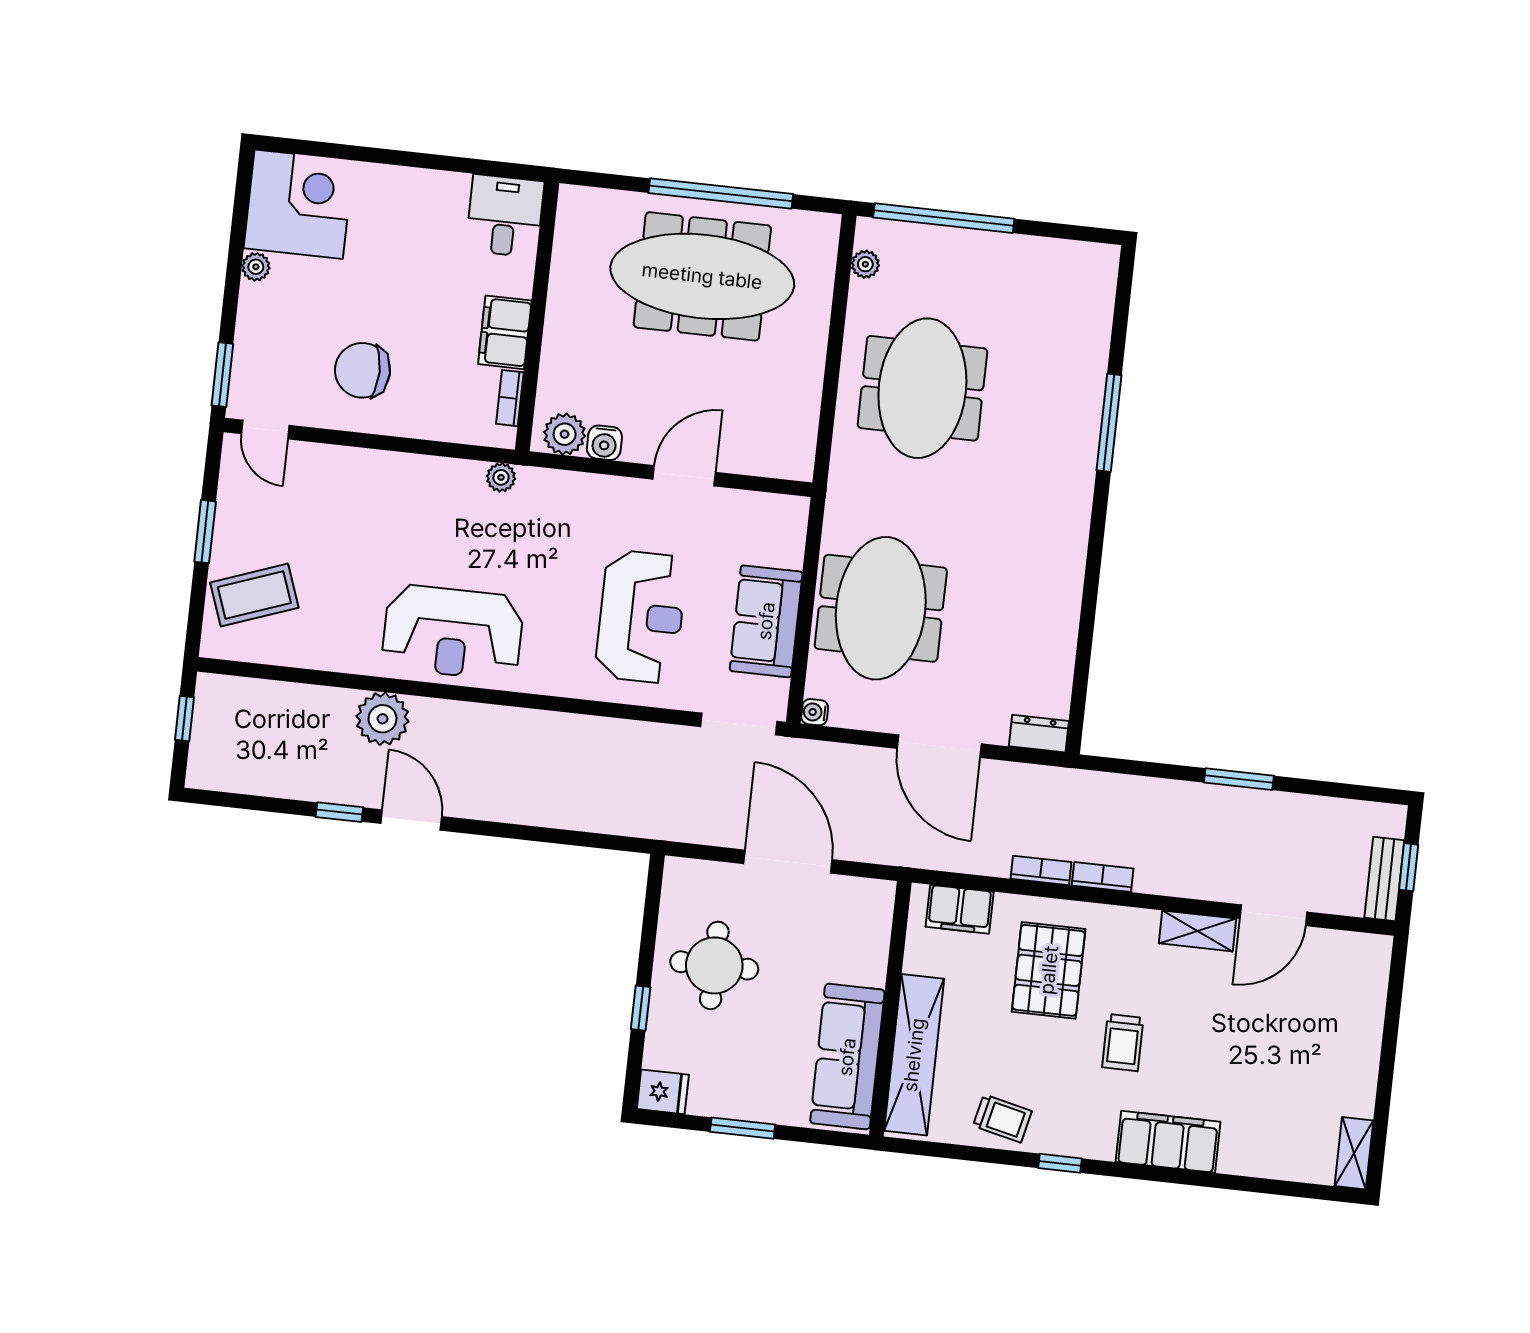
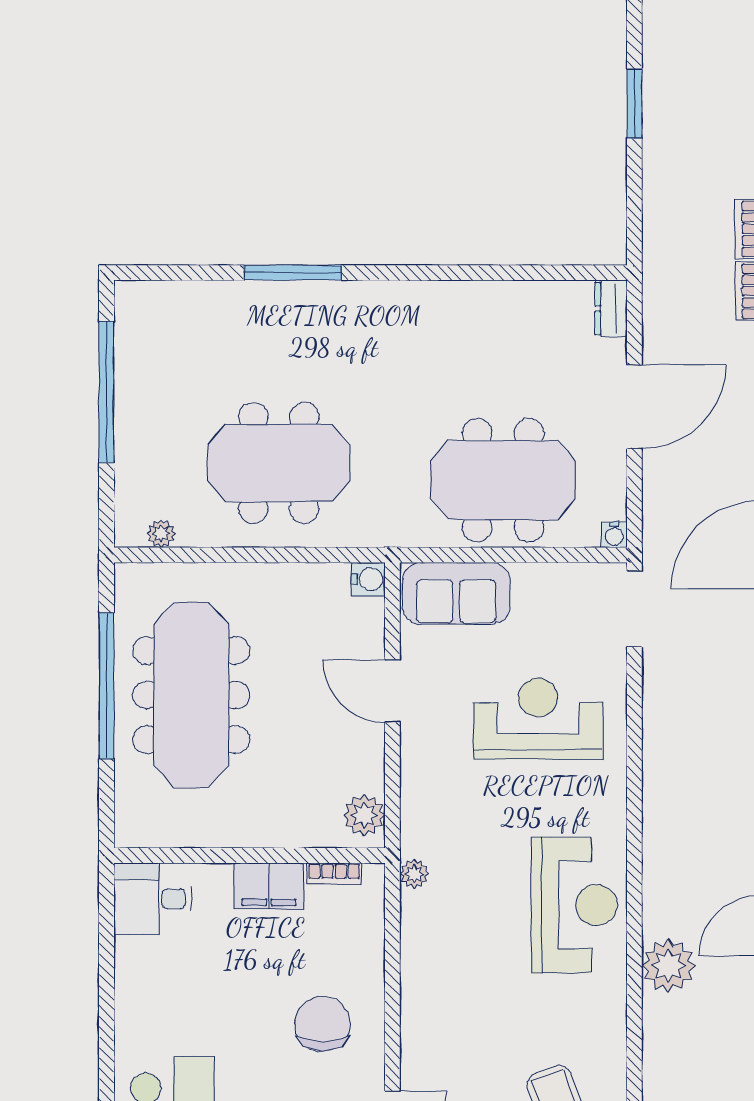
window: (944, 218) -> (106, 392), moved
chair: (362, 370) -> (323, 1024), turned 180
water cooler: (604, 443) -> (368, 579), moved
sofa: (766, 621) -> (456, 593), moved

